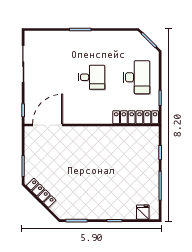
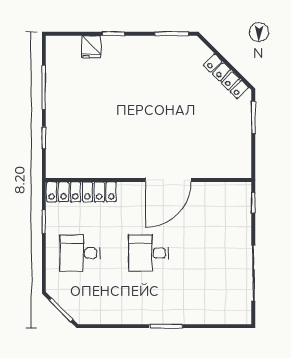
desk: (137, 77) -> (80, 253), width x0.73
door: (48, 125) -> (168, 180), moved
fridge: (143, 212) -> (91, 47), moved

